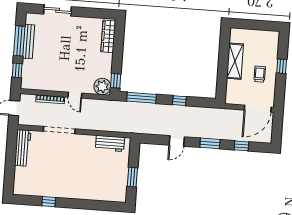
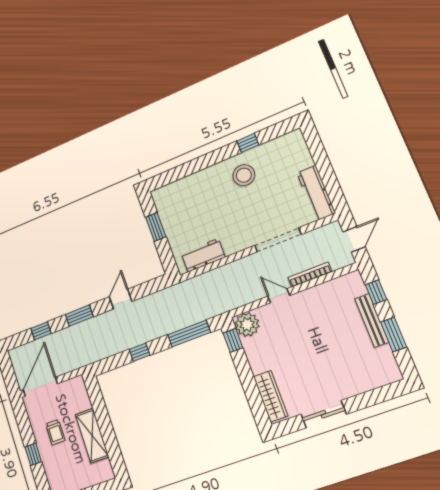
sliding door: (58, 10) -> (324, 414), moved
window: (19, 41) -> (394, 334), width x0.69
bench: (28, 42) -> (372, 320), moved
stool: (61, 182) -> (244, 175), added

